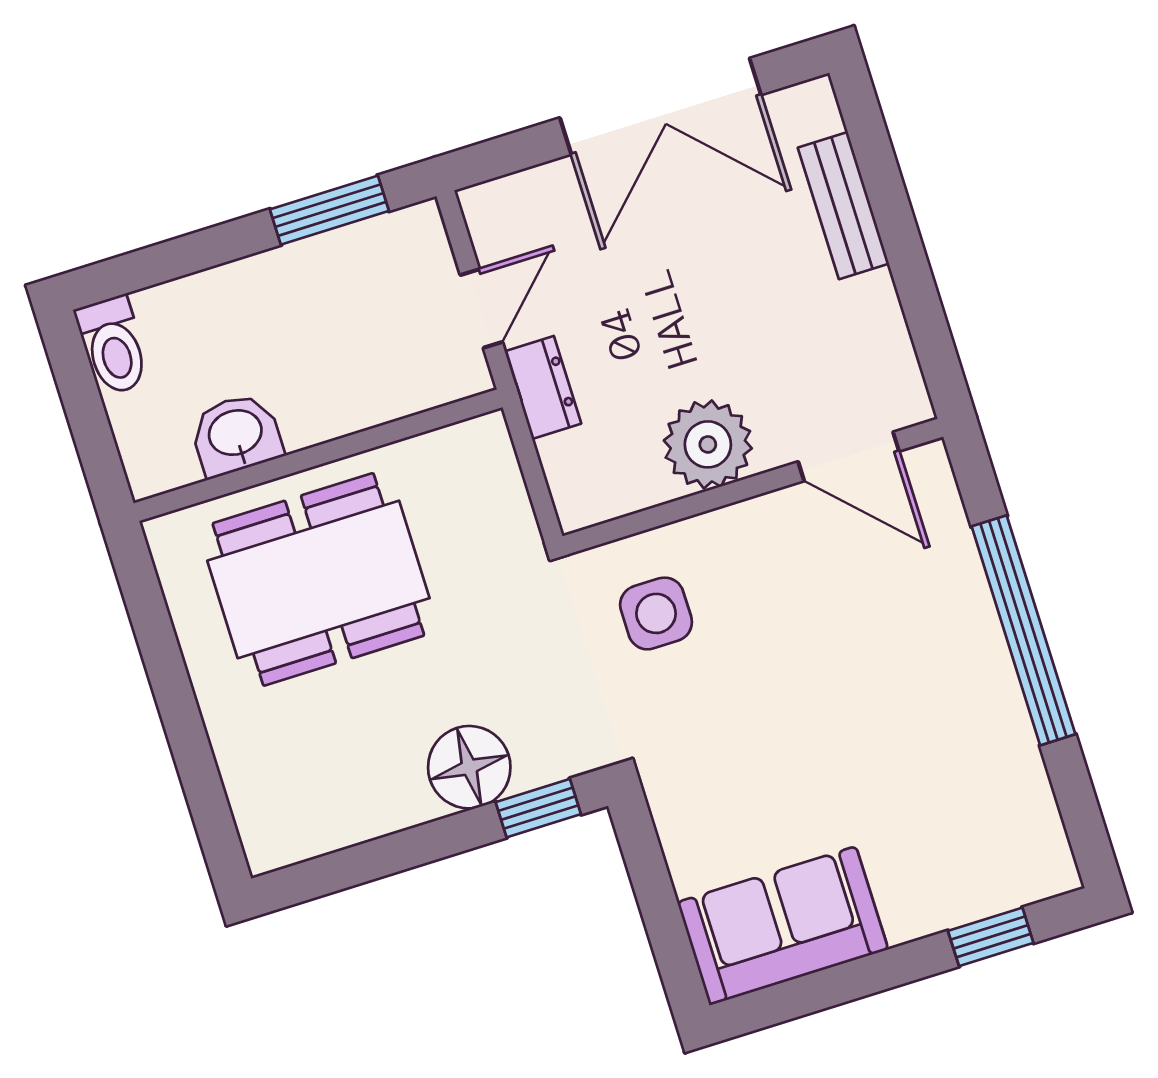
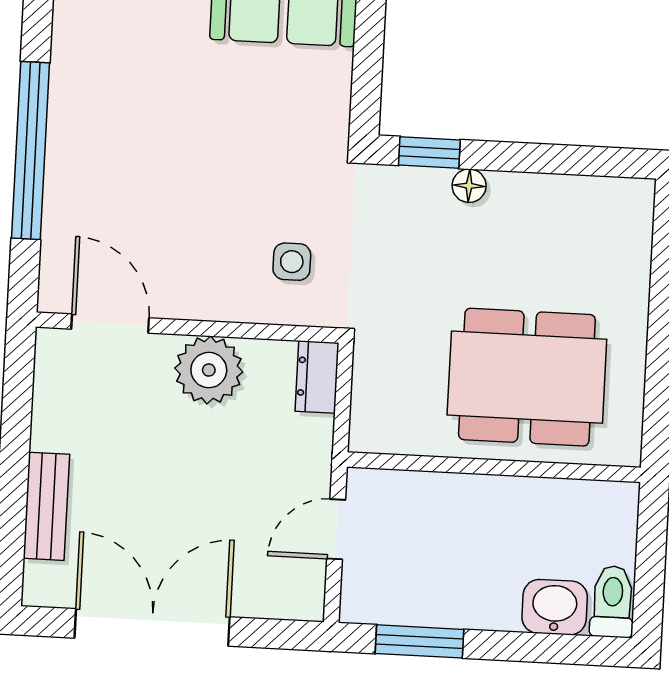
dresser: (543, 387) -> (317, 377), moved
washbasin: (236, 435) -> (555, 607), moved, turned 180
side table: (656, 613) -> (292, 262), width x0.73, depth x0.73
floor lamp: (469, 767) -> (469, 186), width x0.53, depth x0.53

